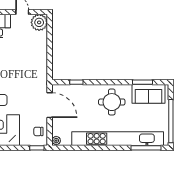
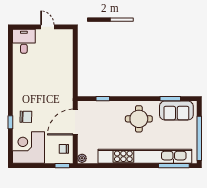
plant: (39, 22) -> (65, 38), removed
door: (50, 105) -> (75, 122), swing flipped

